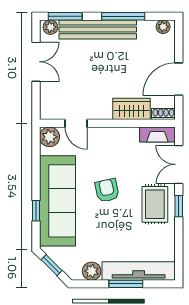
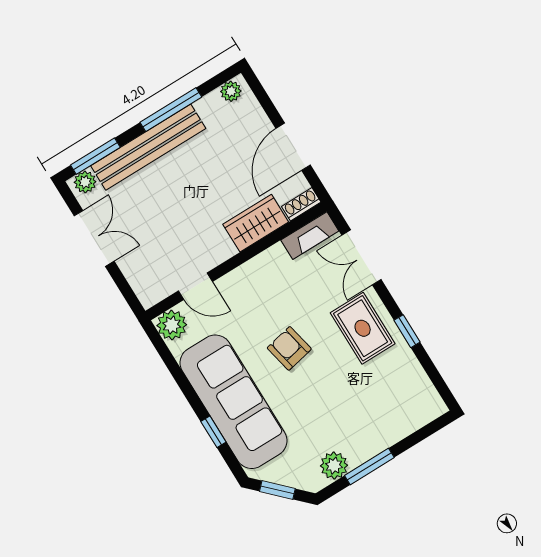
window: (179, 206) -> (407, 331), moved
tv unit: (139, 271) -> (395, 428), removed
window: (126, 284) -> (369, 467), moved

